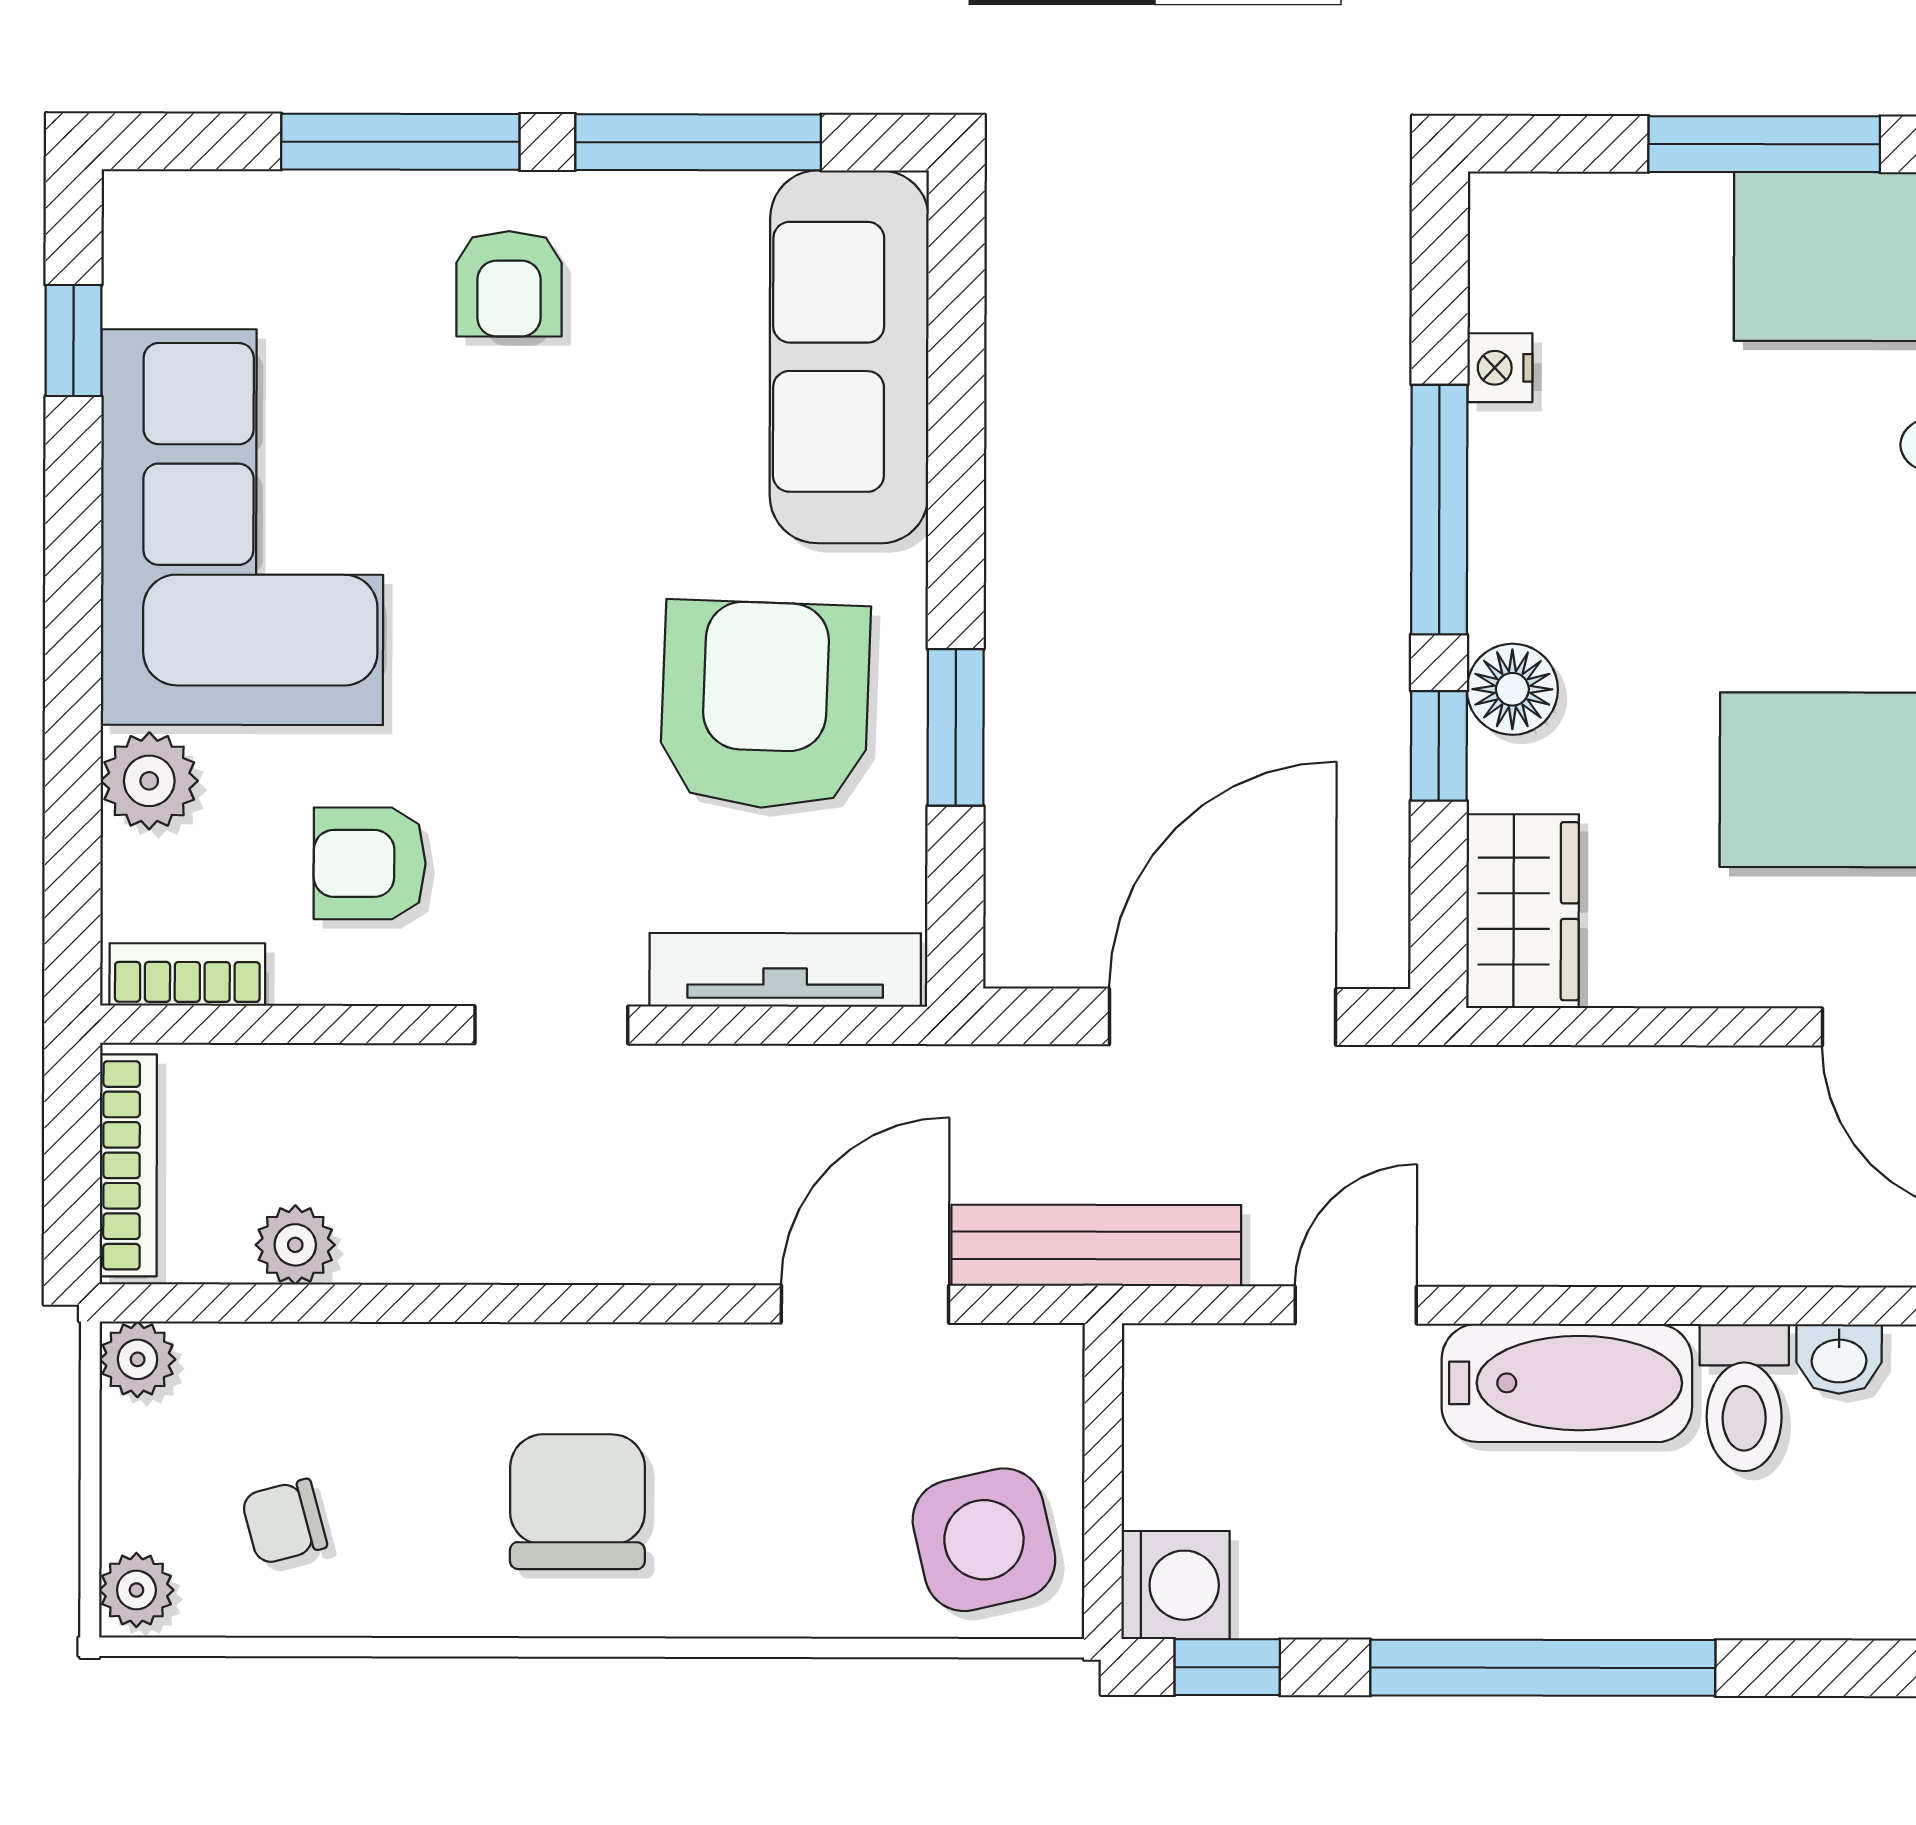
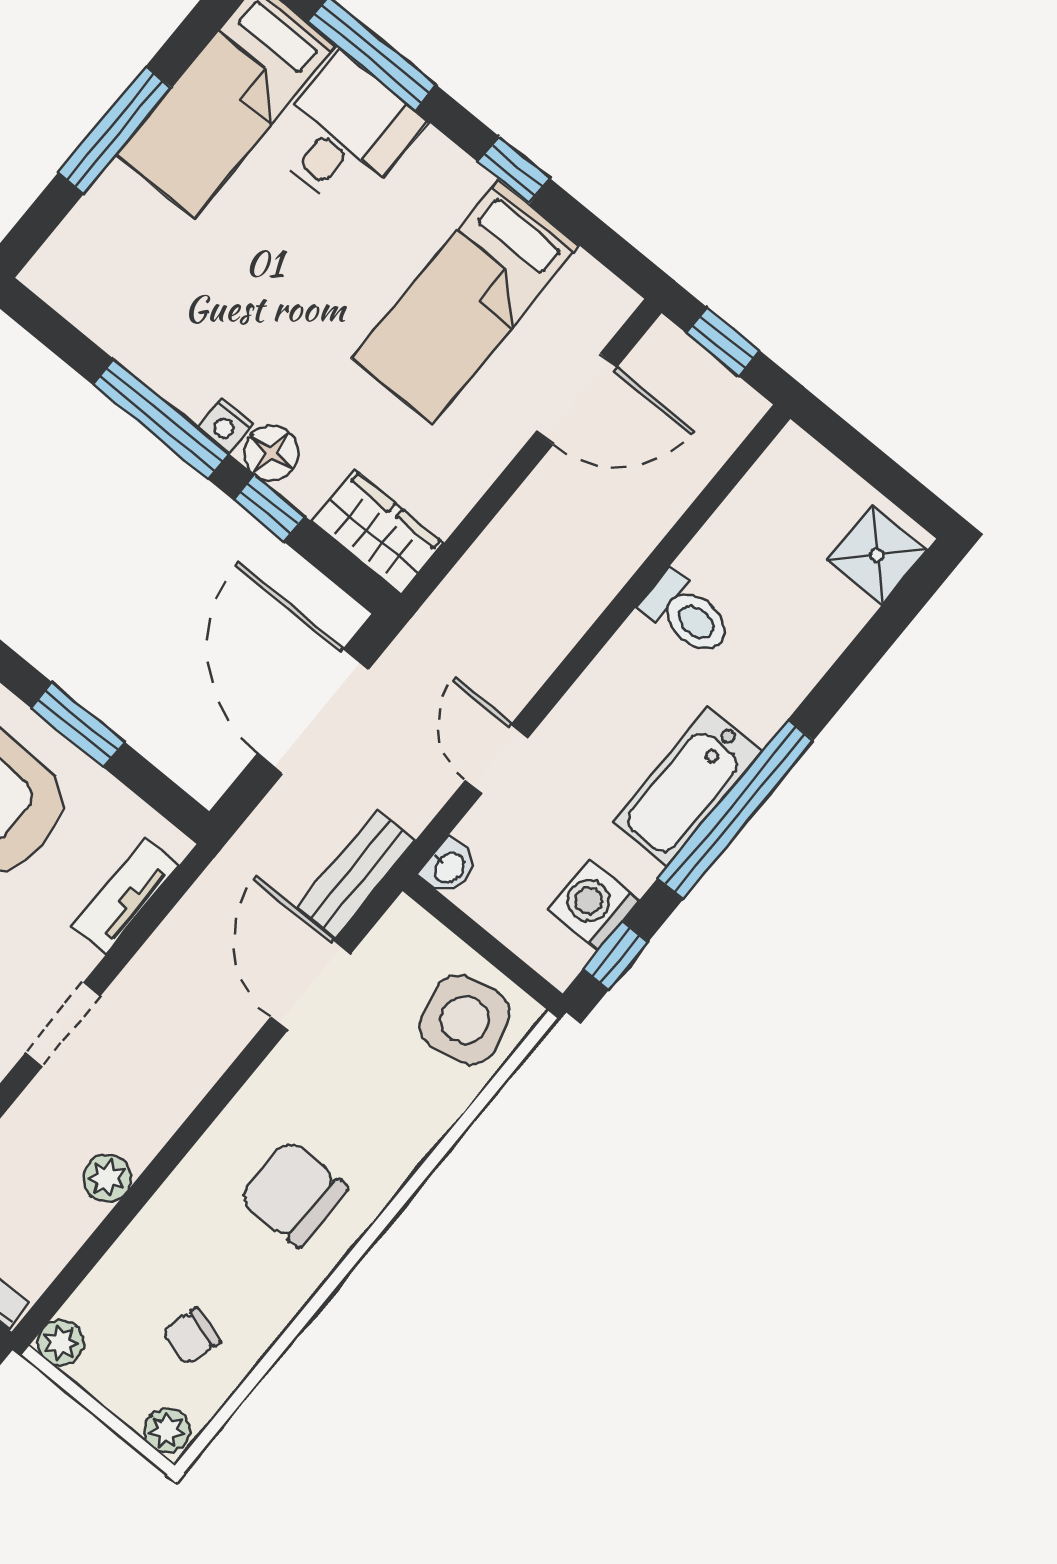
nightstand: (1500, 368) -> (226, 426), moved
tv unit: (785, 970) -> (126, 896), width x0.71
plant: (295, 1245) -> (107, 1178), moved
bench: (1096, 1245) -> (356, 874), width x0.73
washbasin: (1839, 1359) -> (449, 867), moved
bathtub: (1567, 1383) -> (687, 786), moved, turned 180
chair: (284, 1522) -> (191, 1336), turned 31
washing machine: (1176, 1585) -> (594, 905), moved, turned -90

